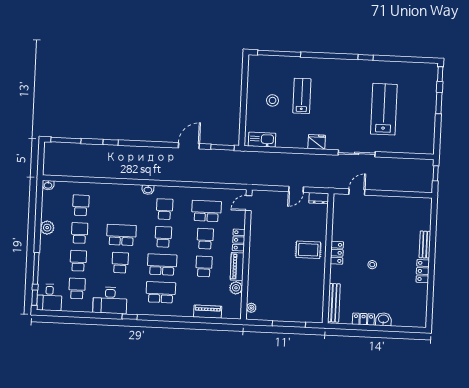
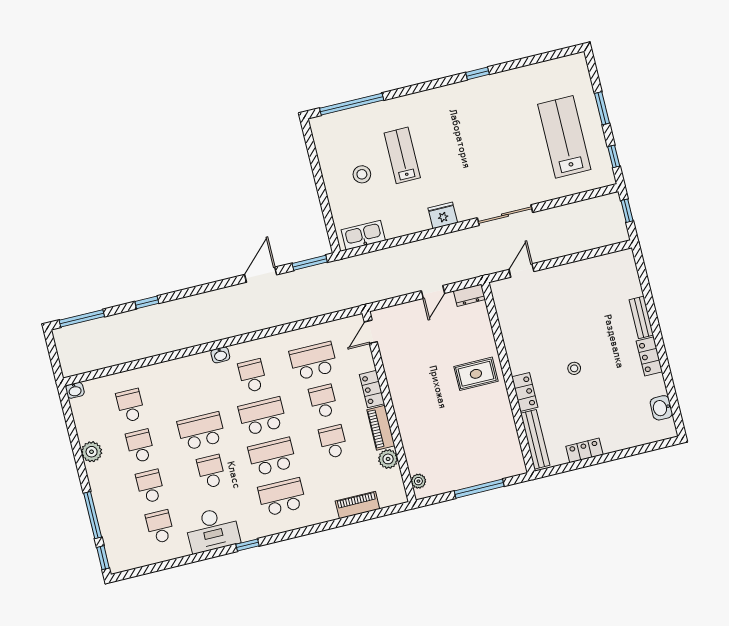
window: (440, 74) -> (614, 156), moved
lab bench: (384, 109) -> (564, 137), moved
school desk: (163, 237) -> (262, 416), width x1.85
locker: (337, 253) -> (525, 392), moved
desk: (49, 297) -> (124, 551), removed
washbasin: (383, 319) -> (661, 408), moved, turned -90

